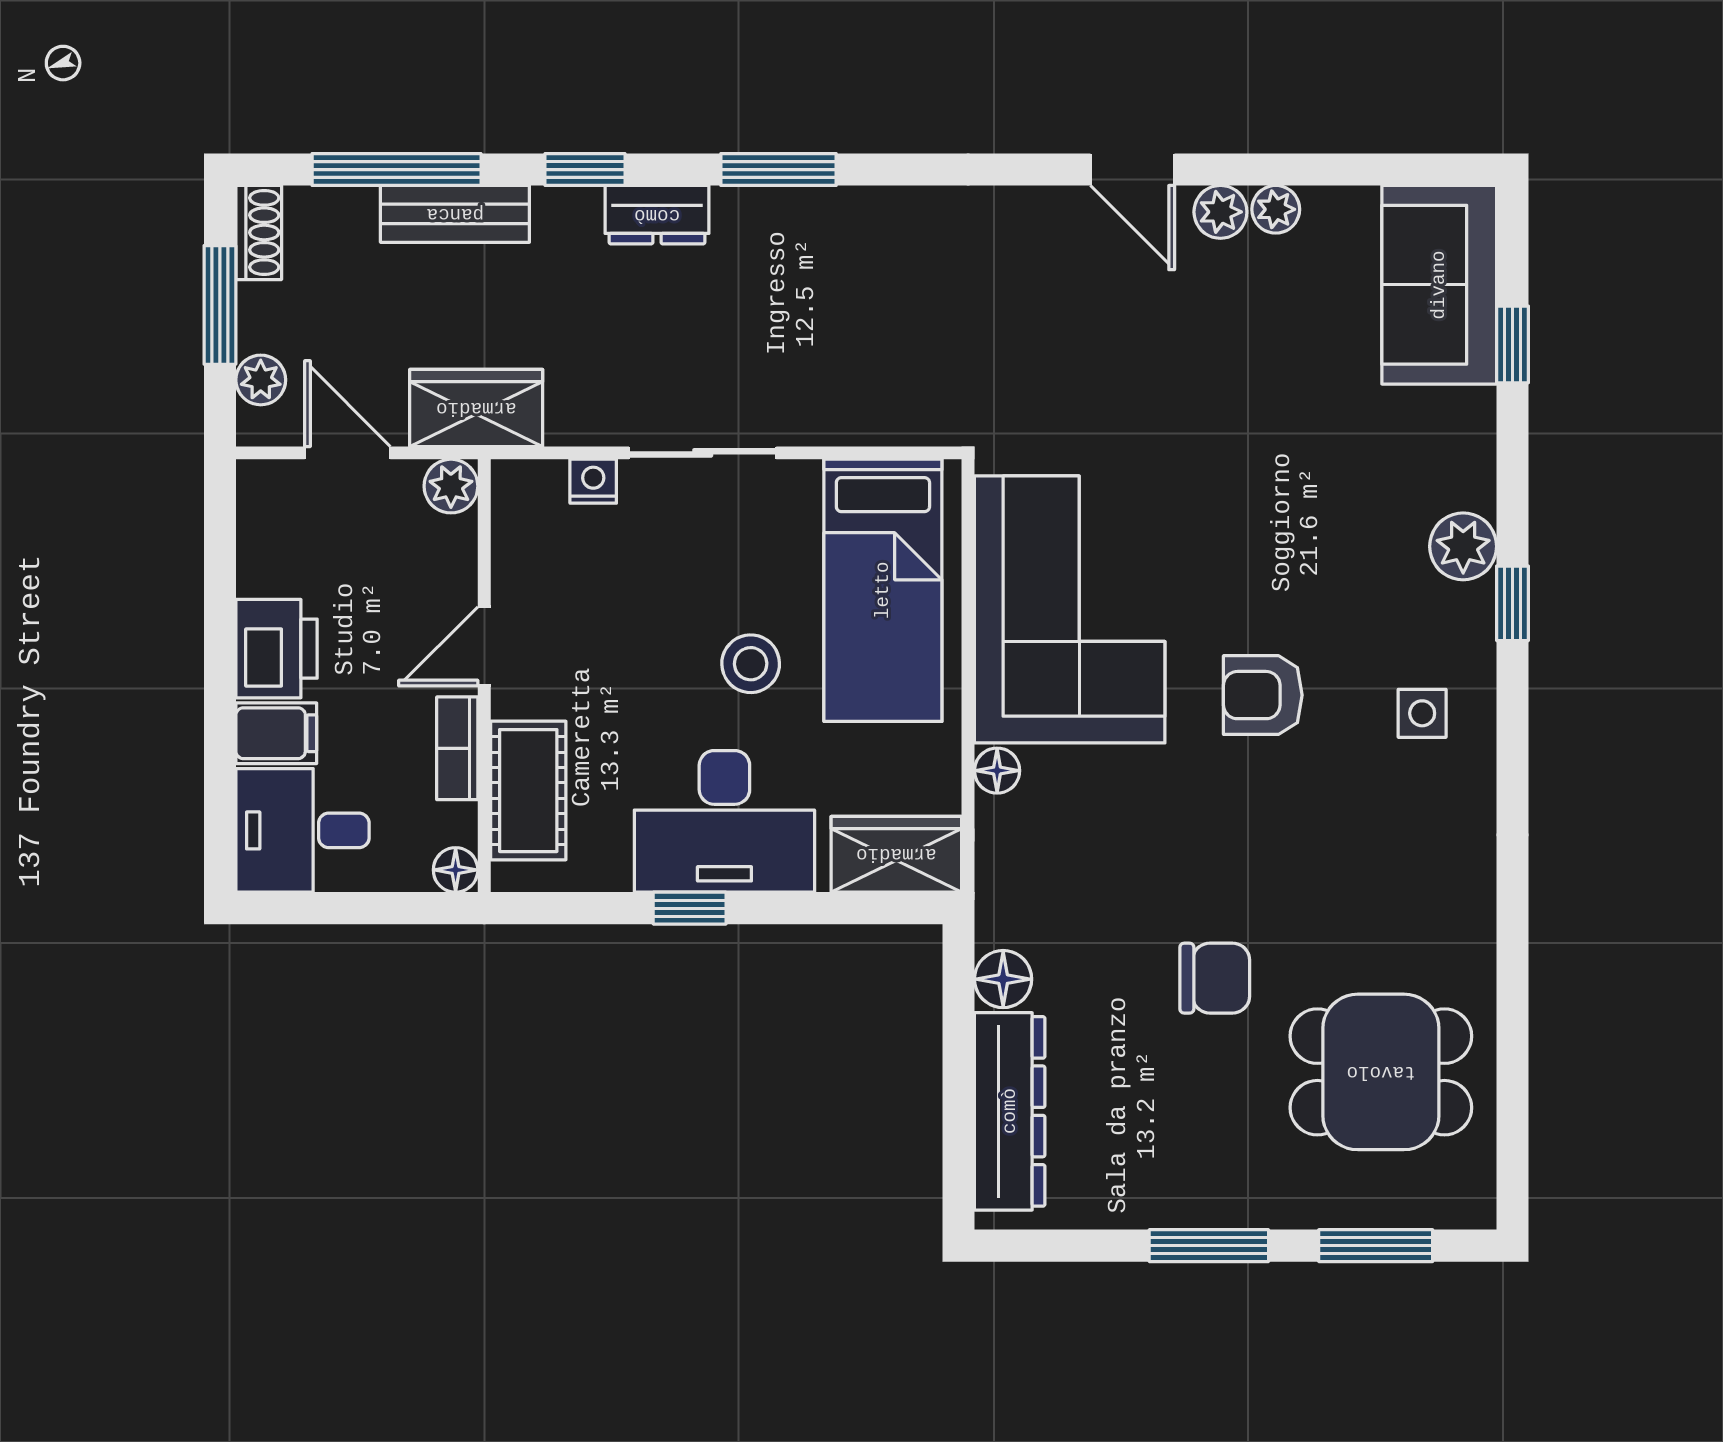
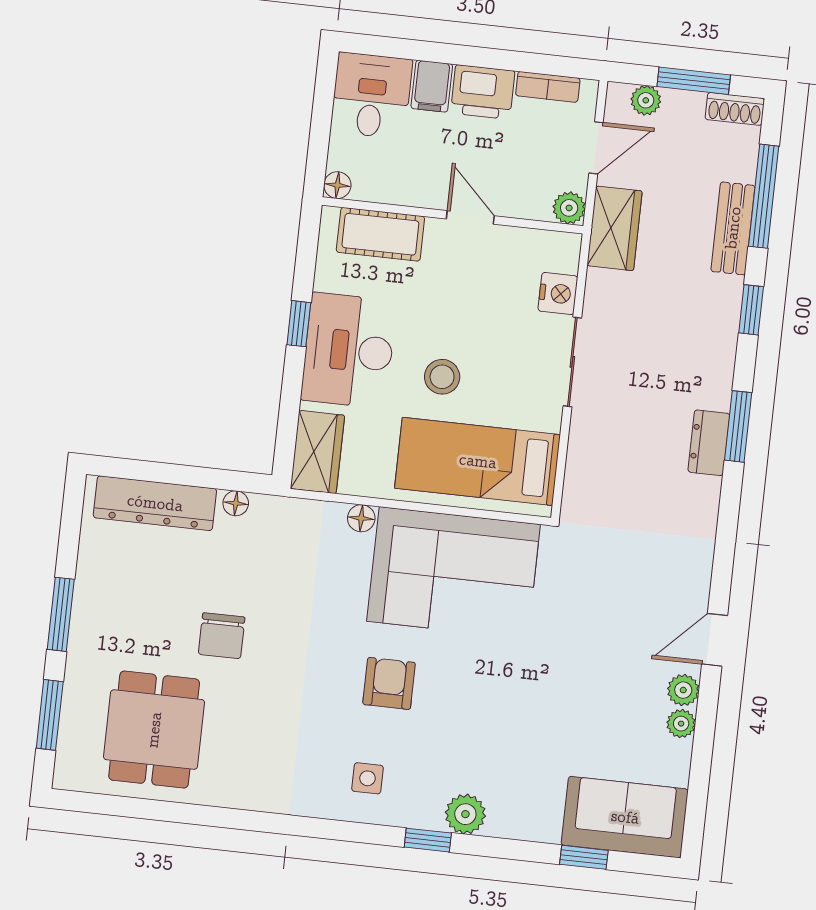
dresser: (657, 215) -> (709, 443), moved
nightstand: (593, 481) -> (558, 294), width x1.39, depth x1.35
bookcase: (457, 748) -> (548, 87), moved, turned 180
floor lamp: (1003, 979) -> (236, 503), width x0.73, depth x0.73

